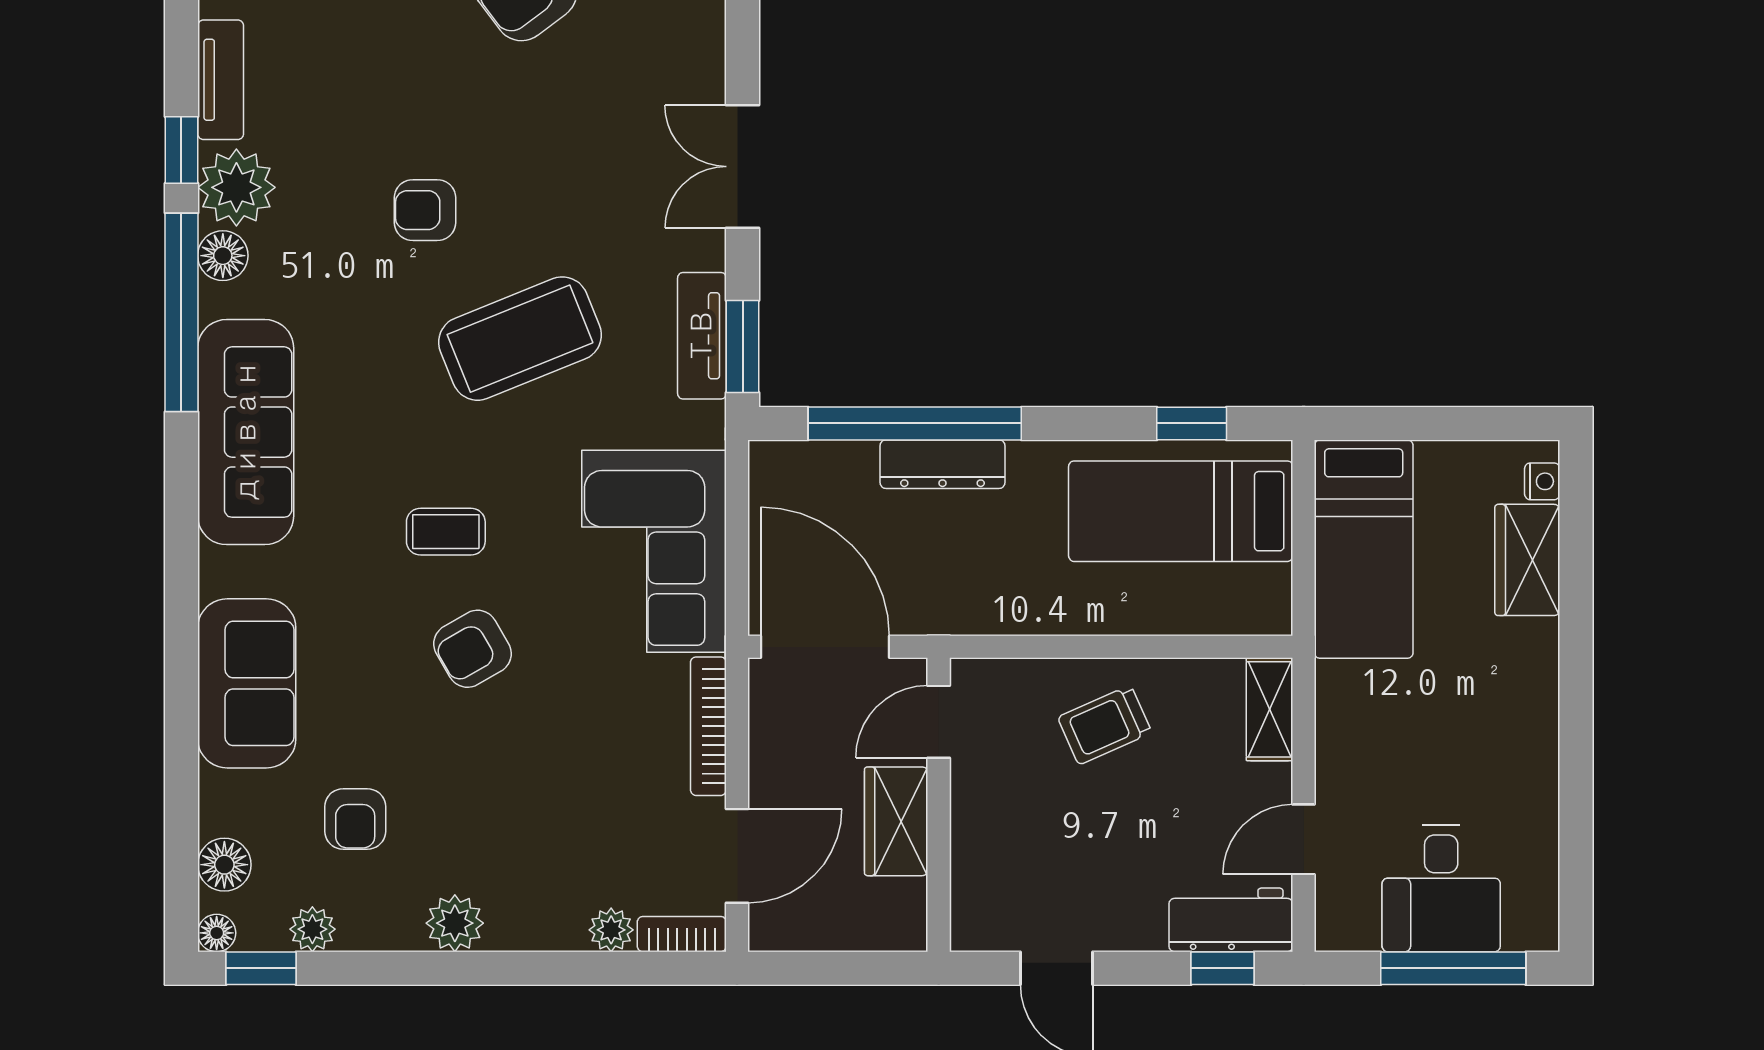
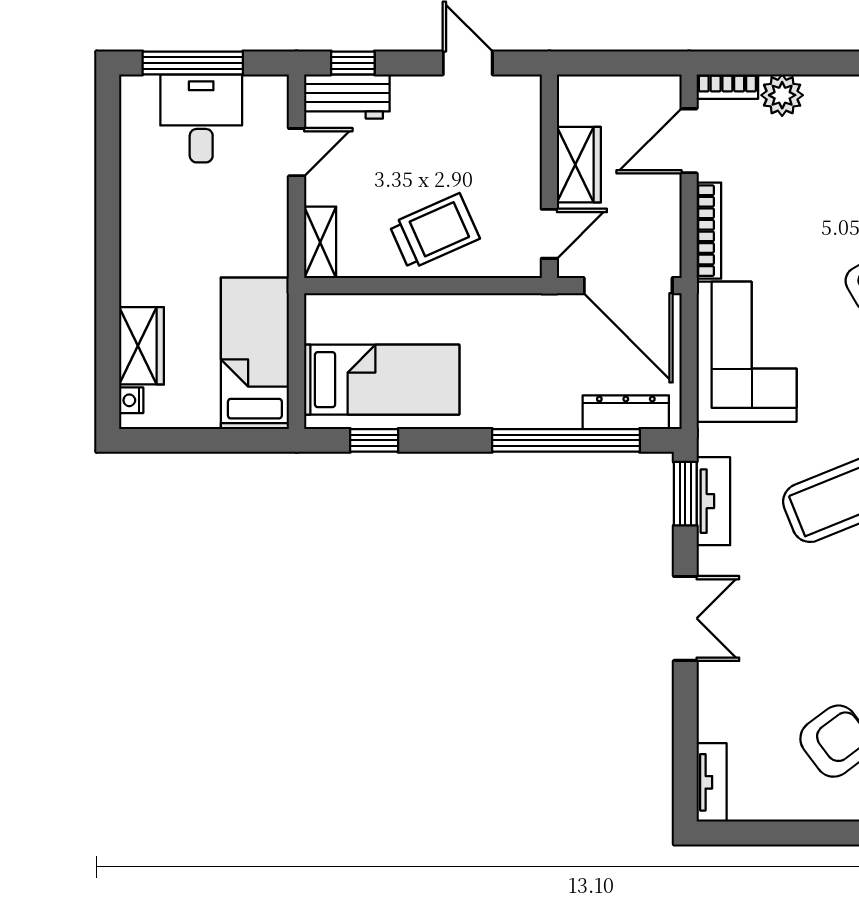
dresser: (943, 464) -> (626, 412), moved
trolley: (1105, 725) -> (434, 231), width x1.36, depth x1.39
plant: (611, 930) -> (782, 95), width x1.38, depth x1.38

